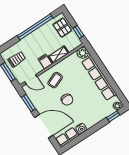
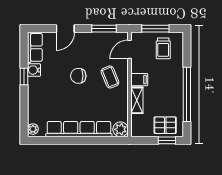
window: (78, 32) -> (167, 140), moved
window: (113, 116) -> (24, 77), moved
door: (44, 126) -> (65, 29), width x0.53

